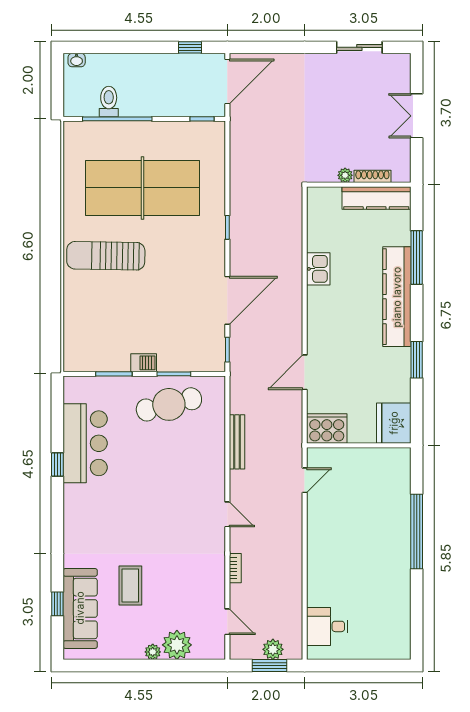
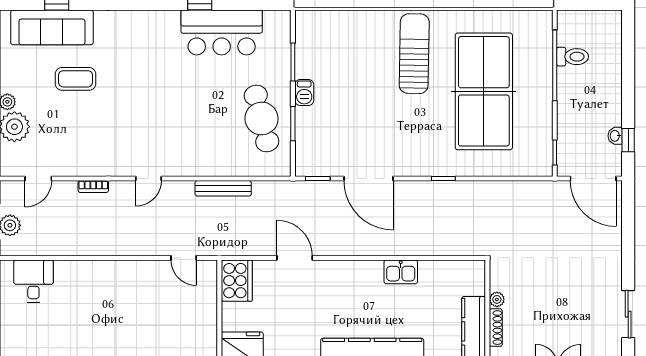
washbasin: (77, 60) -> (615, 136), moved

